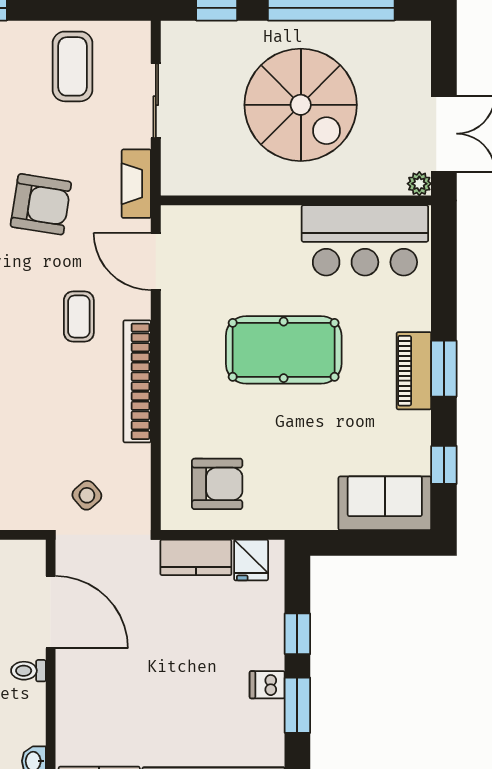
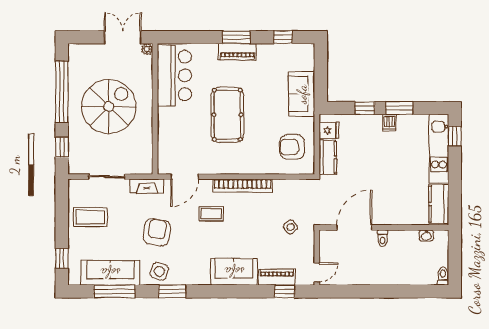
armchair: (217, 484) -> (292, 147), turned -90
side table: (87, 495) -> (291, 227), moved
sofa: (385, 503) -> (302, 94), moved

